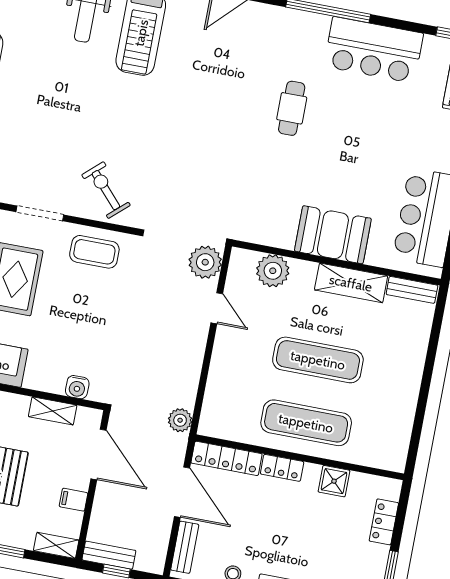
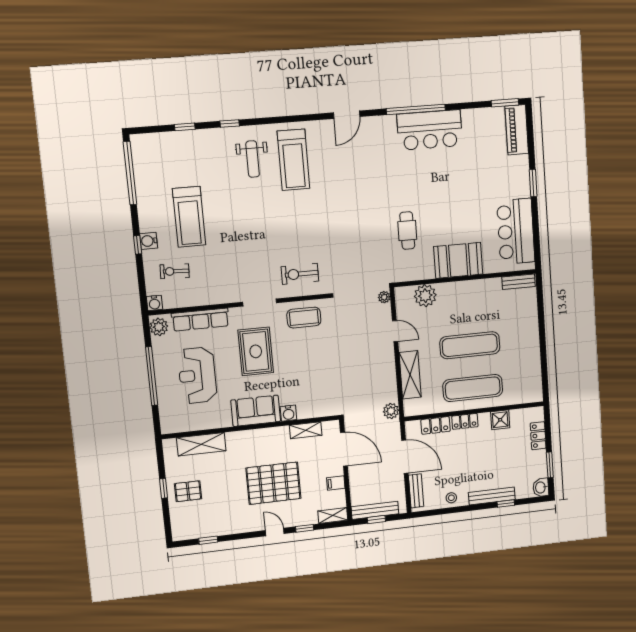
bar counter: (374, 50) -> (430, 130), moved
cafe table: (292, 108) -> (407, 230), moved
exercise bike: (106, 190) -> (300, 274), turned -48
plant: (205, 262) -> (384, 297), width x0.53, depth x0.53
shelving: (351, 283) -> (410, 375), moved, turned 90
water cooler: (77, 387) -> (288, 413), moved
locker: (227, 458) -> (436, 425), width x0.66
bench: (109, 555) -> (375, 510), width x1.36

